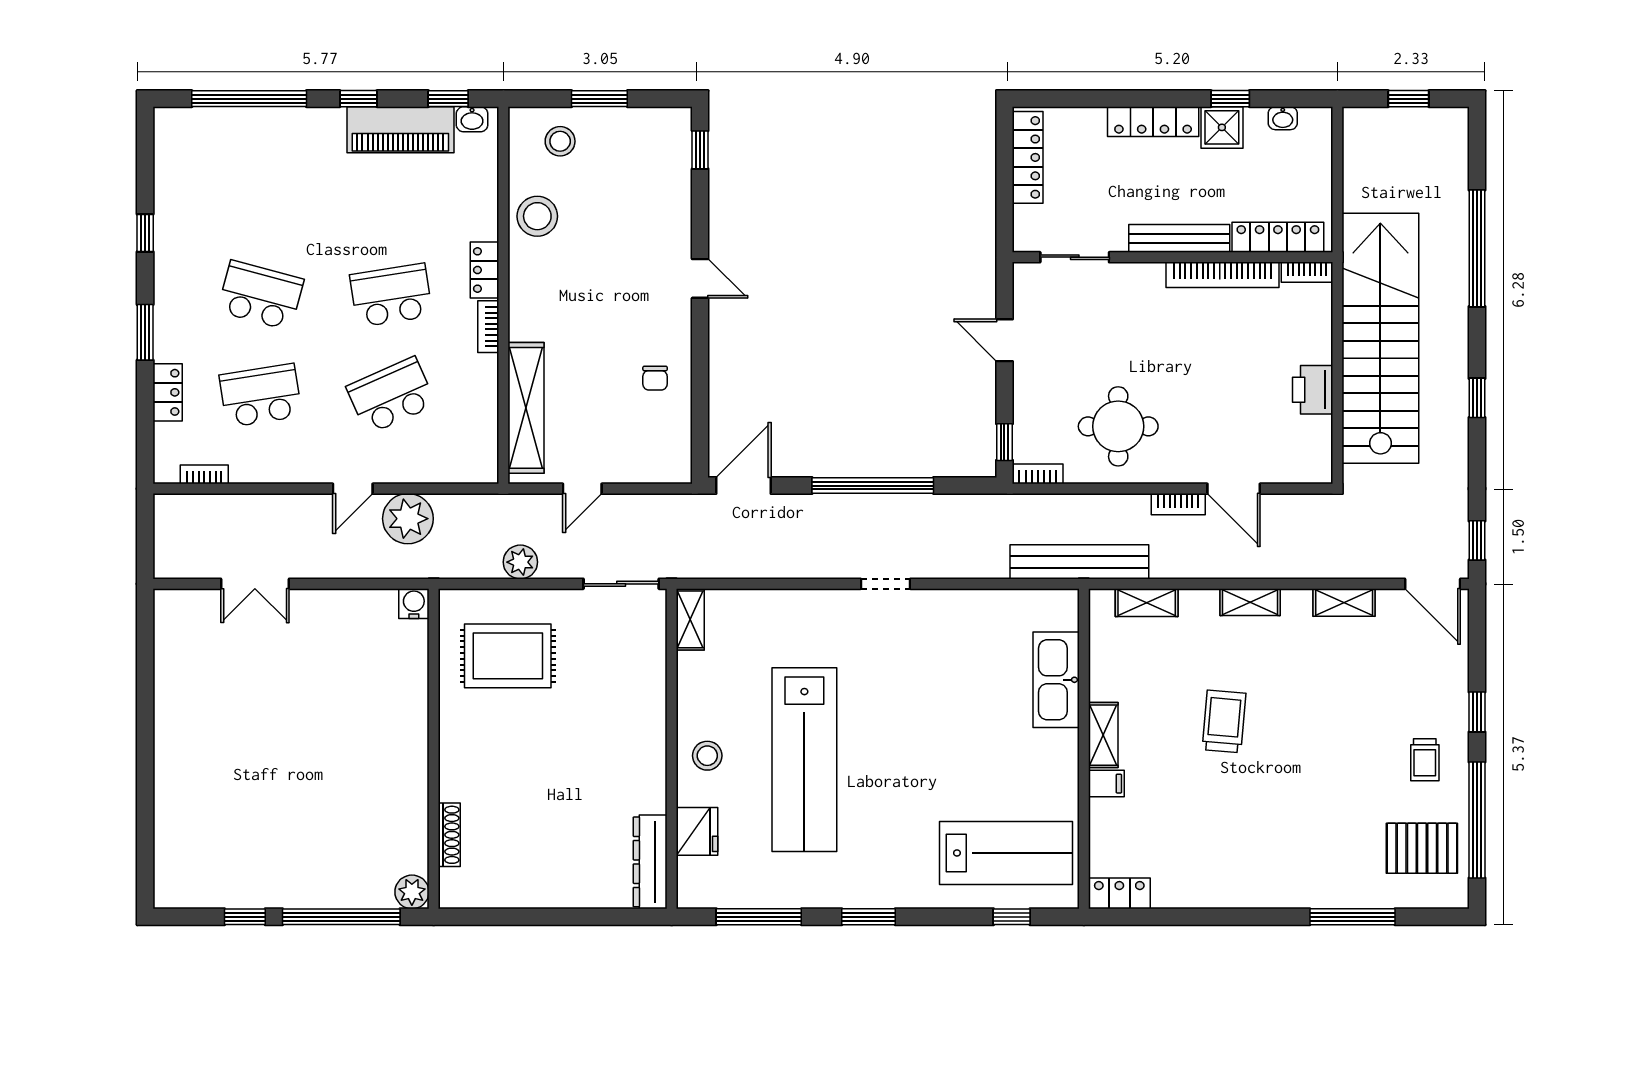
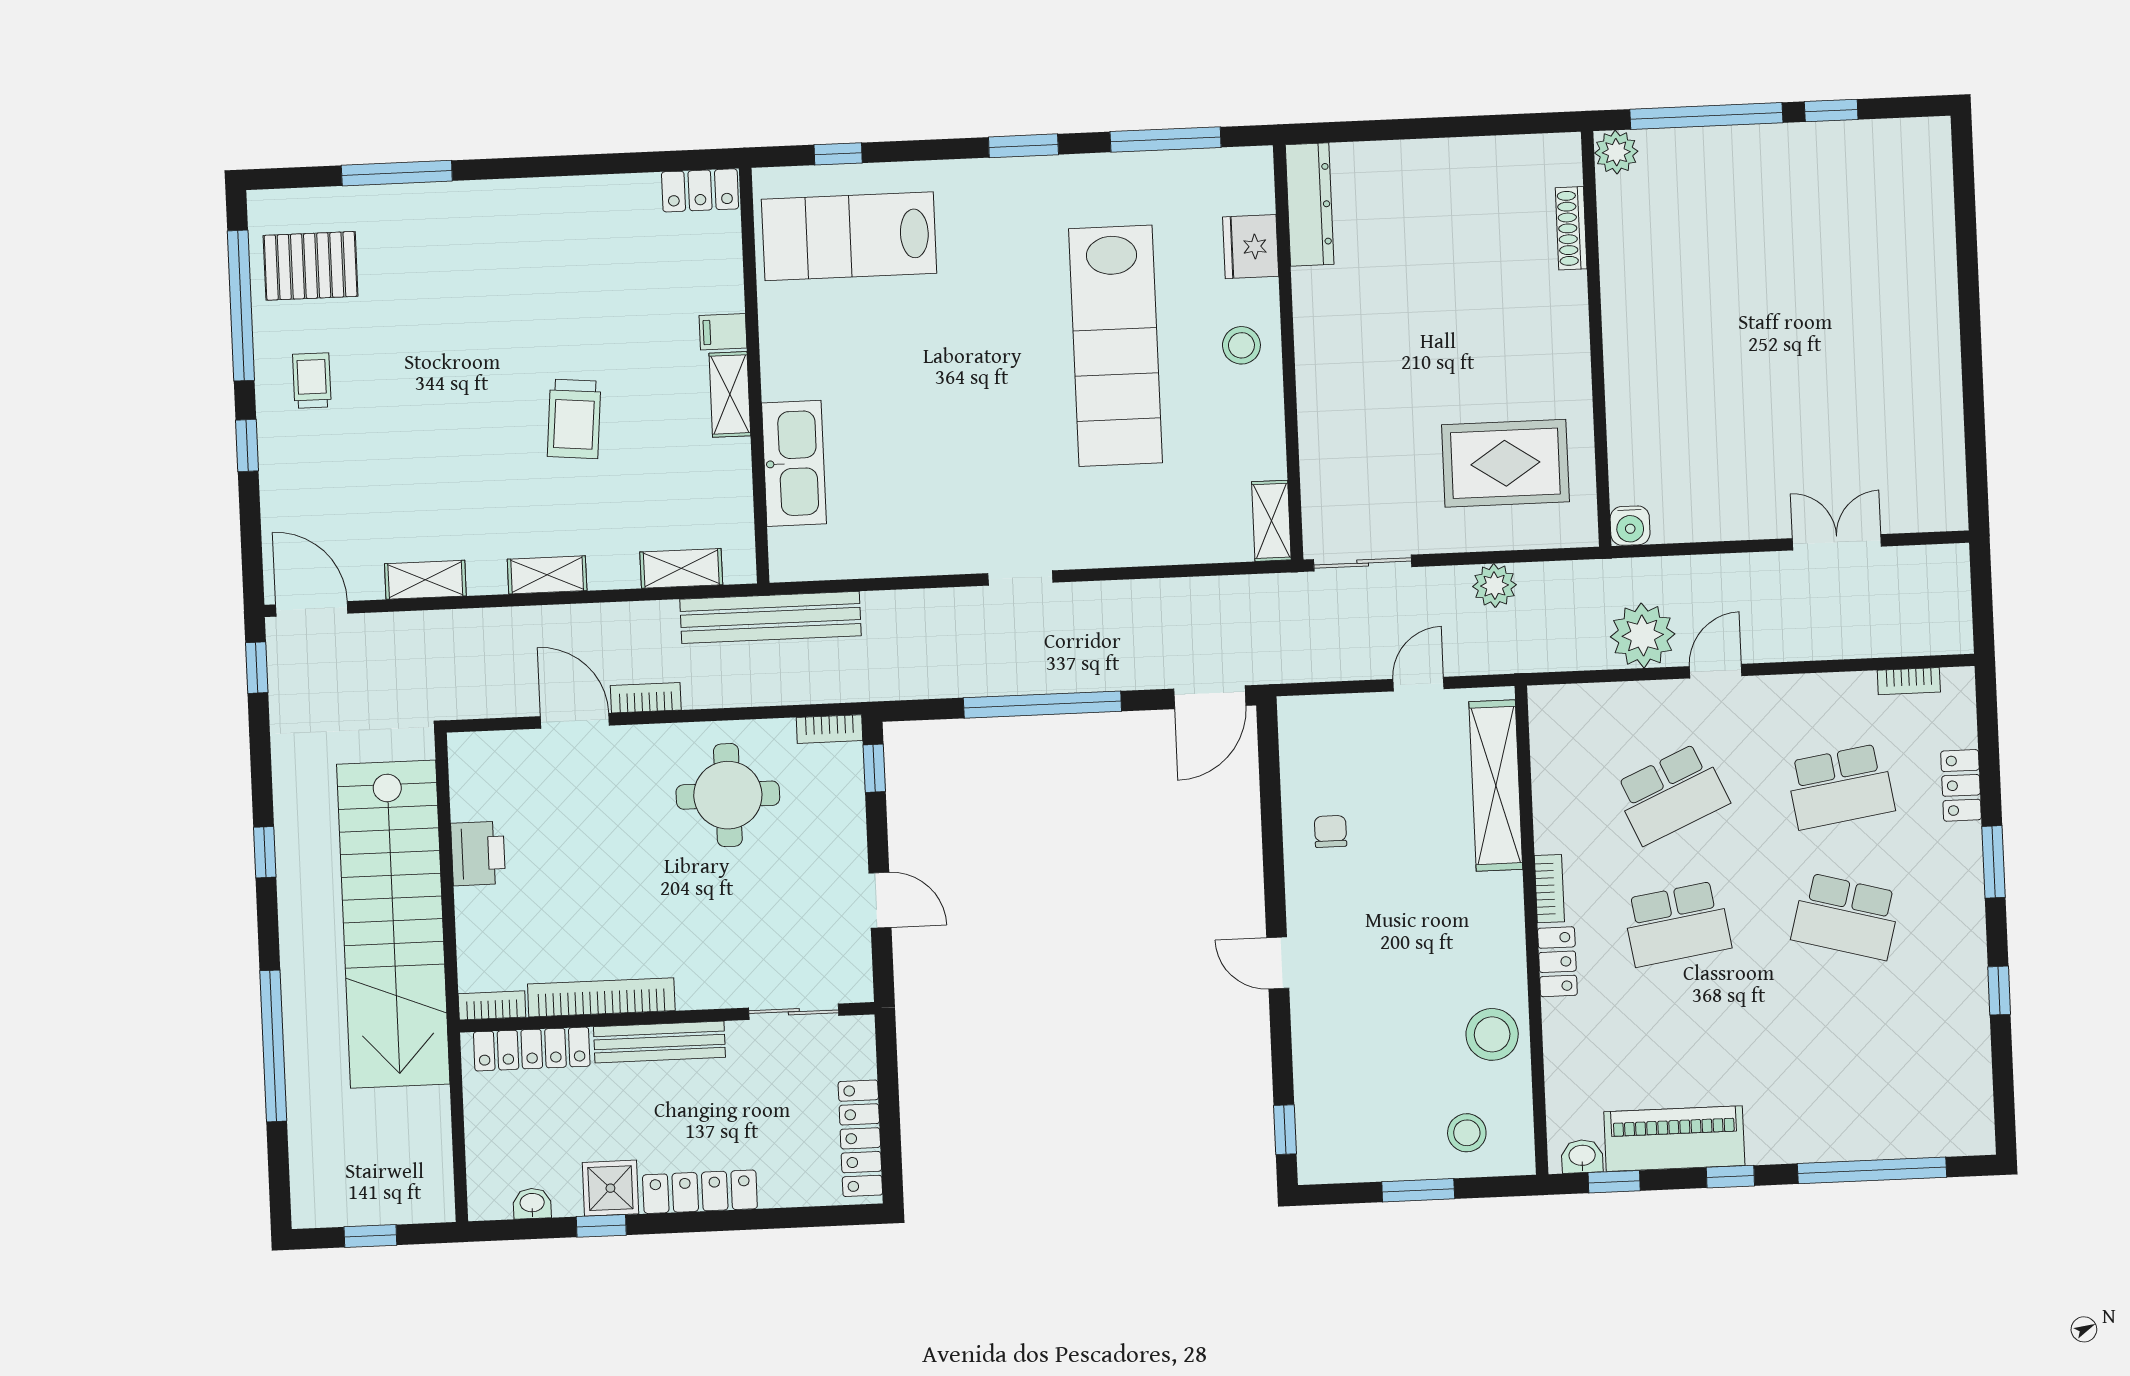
lab bench: (804, 760) -> (1115, 346), turned 180

